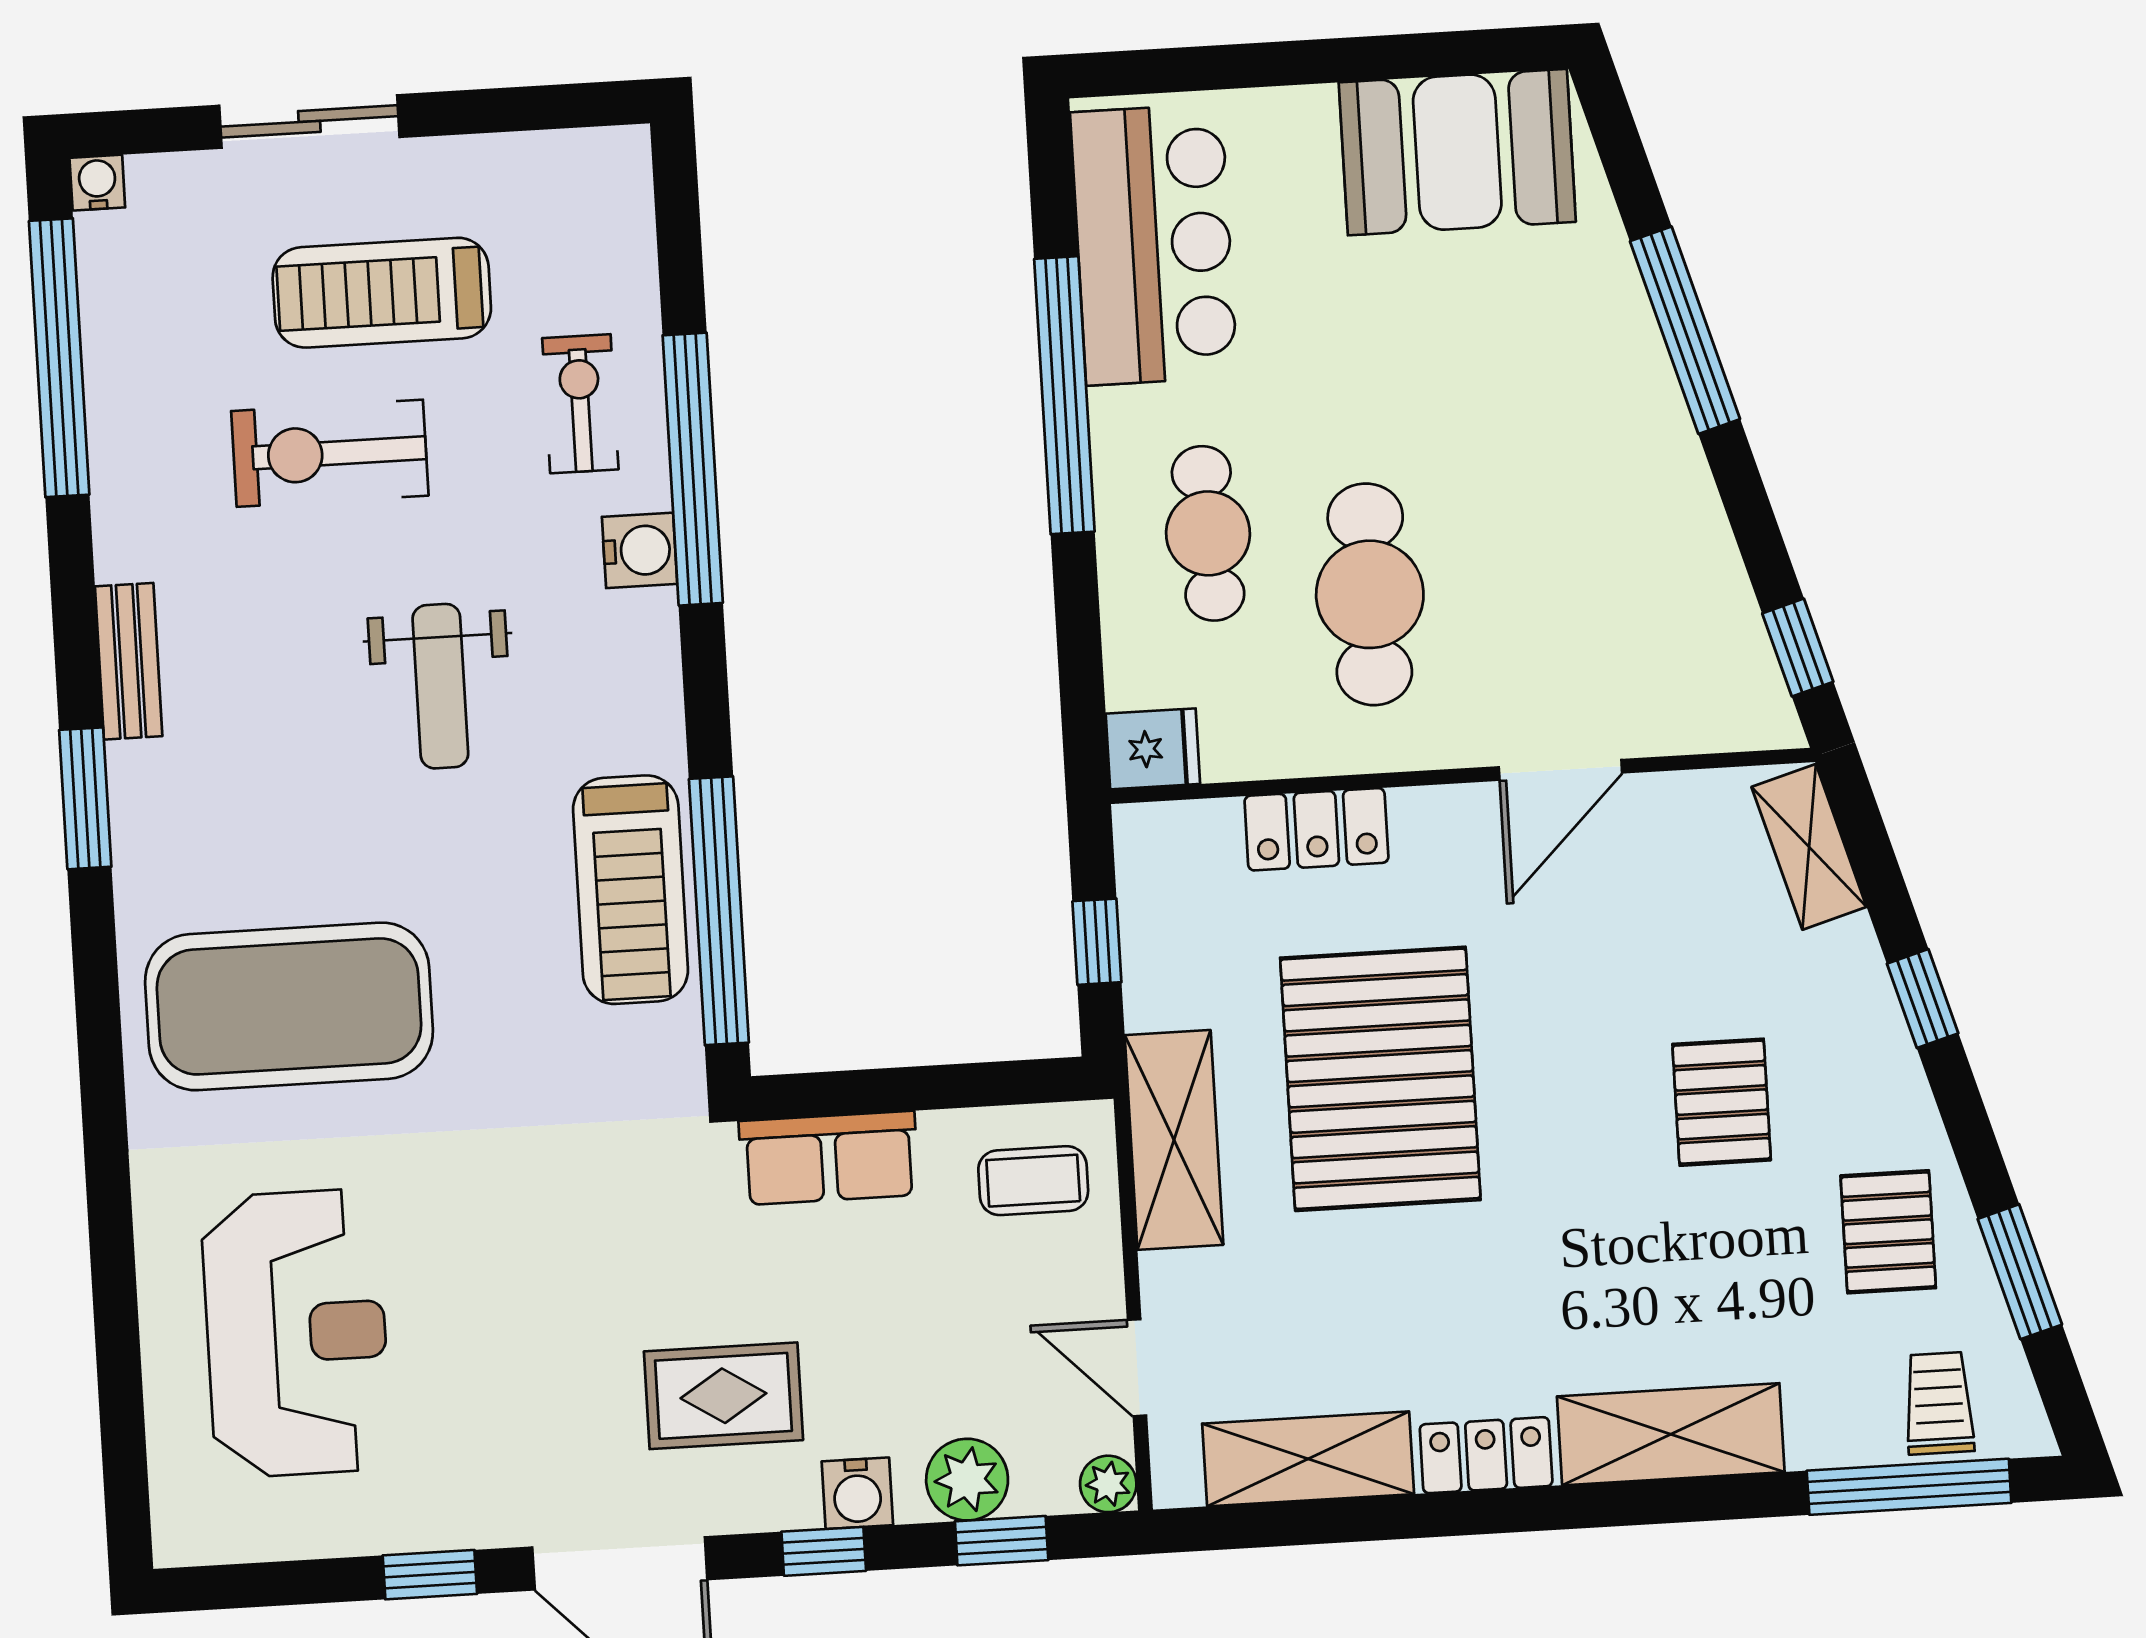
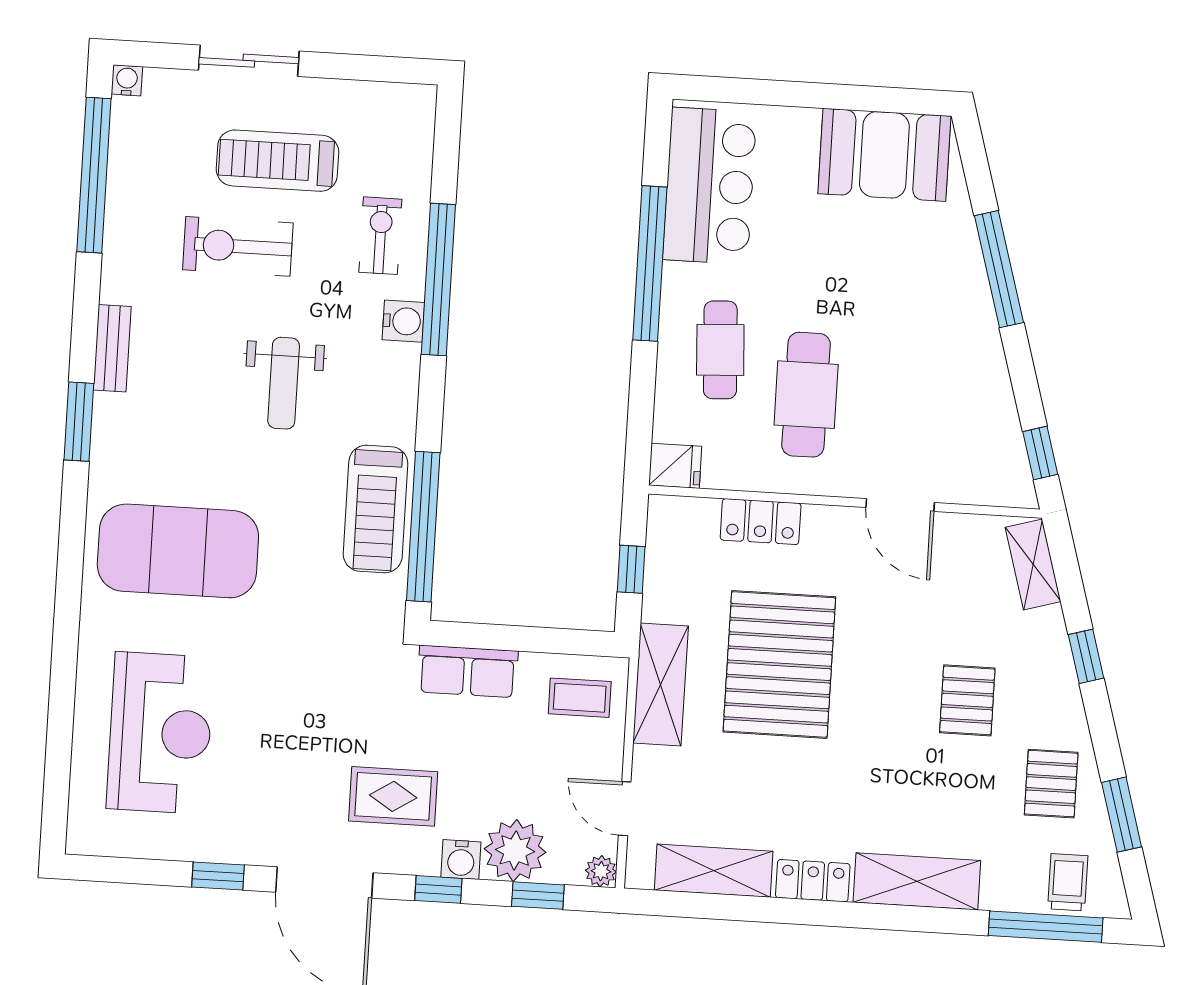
door: (1560, 770) -> (900, 505), hinge flipped
plant: (967, 1480) -> (515, 851), width x1.36, depth x1.36

